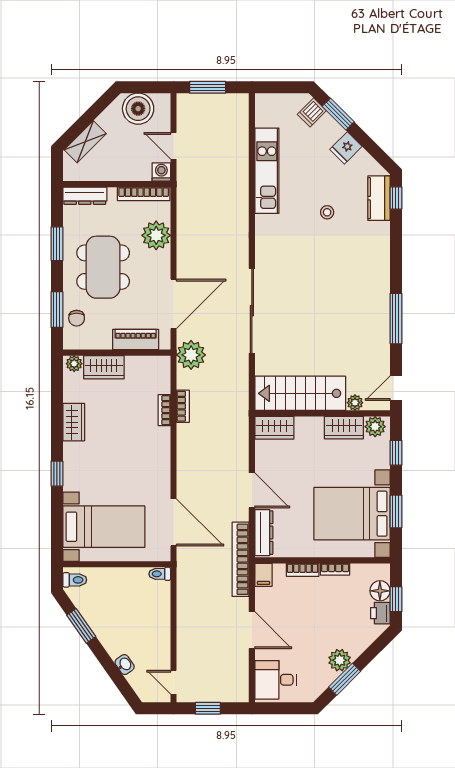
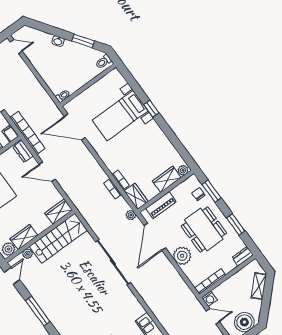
dresser: (85, 196) -> (243, 256), width x0.70
plant: (156, 235) -> (182, 256), moved
plant: (191, 355) -> (131, 215), width x0.53, depth x0.53
wardrobe: (74, 422) -> (136, 196), moved, turned 180
bed with nightstands: (104, 527) -> (120, 116), moved
dresser: (264, 533) -> (23, 151), width x0.70
washbasin: (125, 665) -> (58, 41), moved

